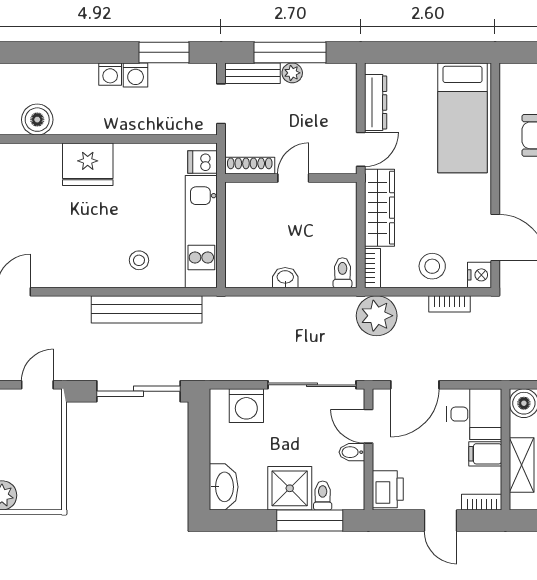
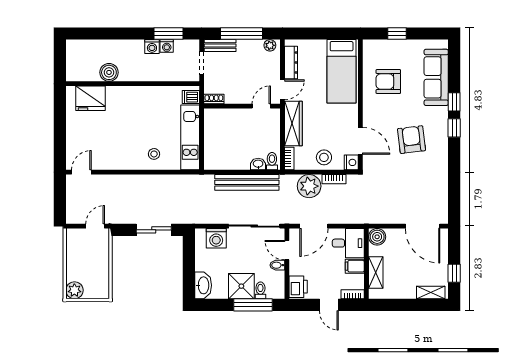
plant: (292, 73) -> (270, 45), moved
washing machine: (110, 74) -> (167, 46), moved
boiler: (37, 120) -> (109, 72), moved
fridge: (88, 164) -> (90, 98), moved
shoe rack: (250, 166) -> (214, 99), width x0.70
door: (293, 178) -> (261, 106), moved
washbasin: (285, 278) -> (258, 164), moved
bench: (147, 309) -> (247, 182), moved
plant: (377, 316) -> (309, 186), moved
sliding door: (139, 391) -> (154, 230), width x0.73

